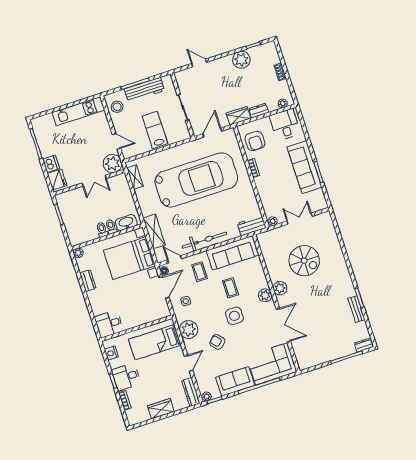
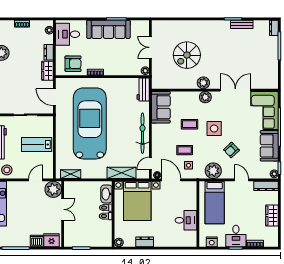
sofa: (233, 253) -> (161, 107), width x0.73
spiral stairs: (304, 261) -> (187, 55), turned 180
coffee table: (200, 272) -> (185, 150), moved
desk: (109, 324) -> (186, 220), moved, turned -90

